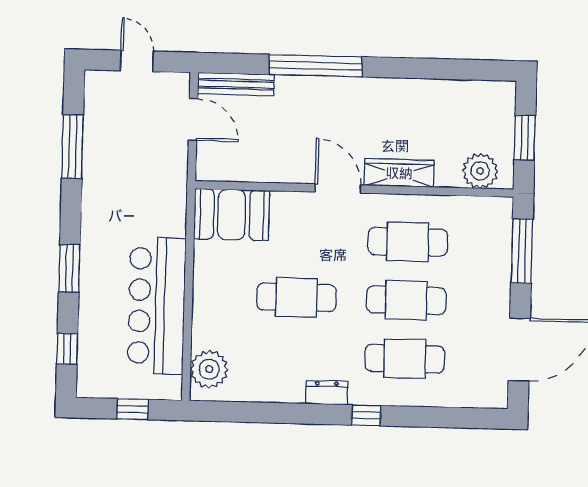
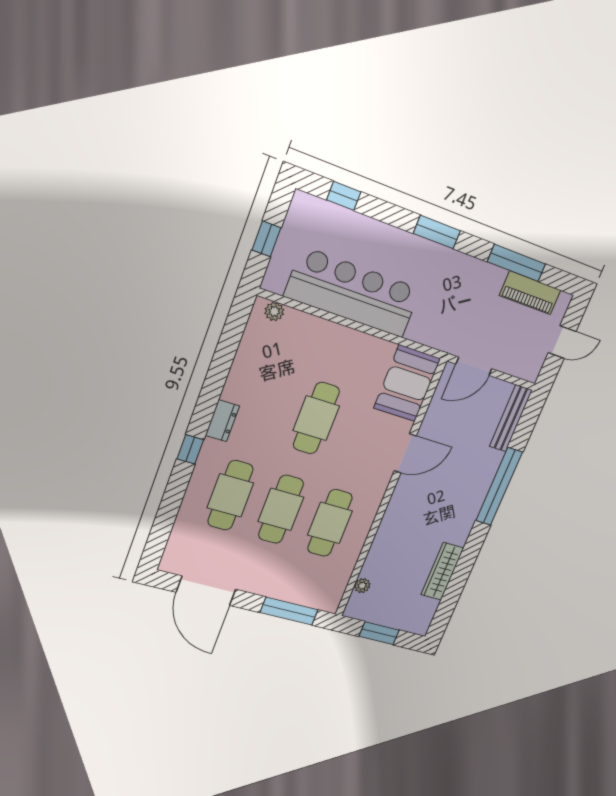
piano: (98, 119) -> (530, 293), added
door: (193, 119) -> (474, 366), moved
plant: (480, 171) -> (362, 586), width x0.53, depth x0.53
wardrobe: (399, 173) -> (442, 571), moved, turned 180
door: (338, 189) -> (405, 453), moved
window: (69, 268) -> (437, 232), moved
plant: (209, 369) -> (274, 311), width x0.53, depth x0.53

